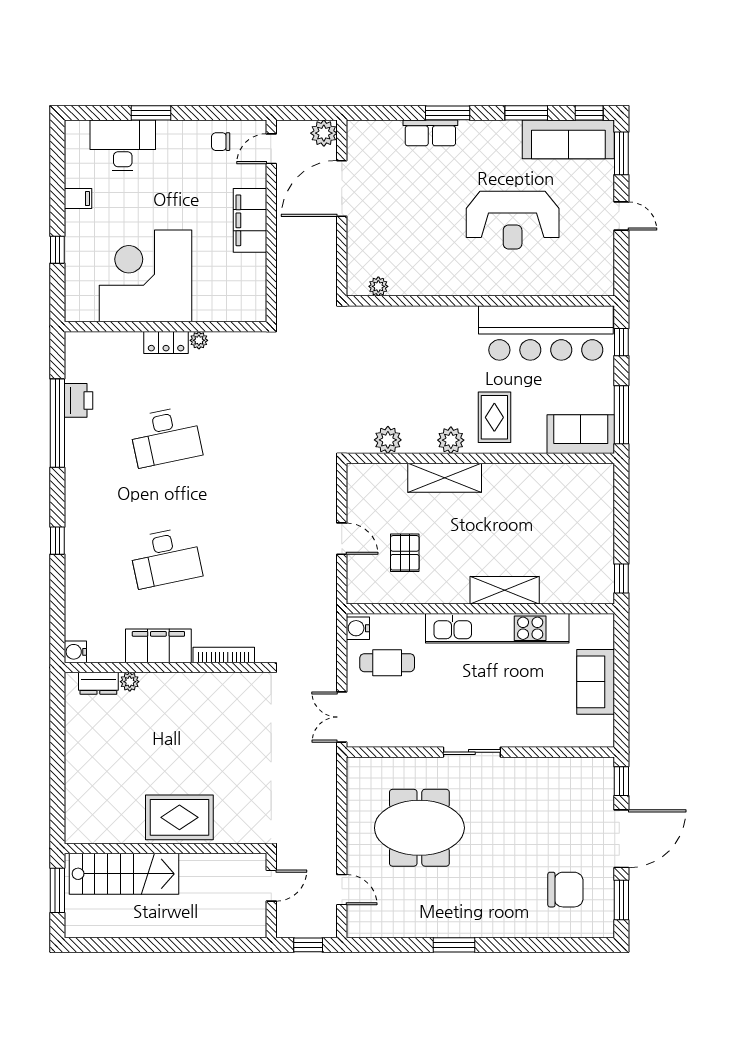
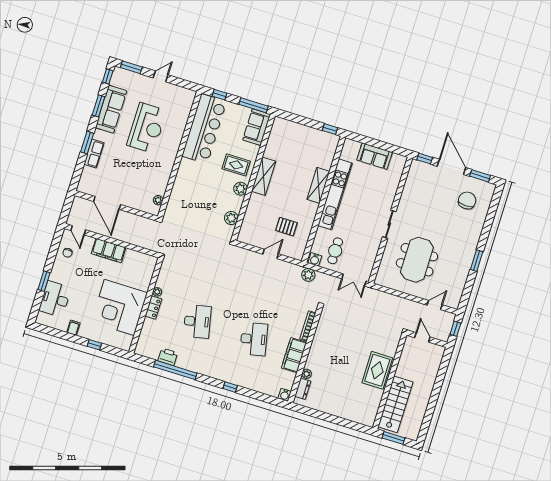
plant: (324, 133) -> (308, 275), moved
sofa: (568, 139) -> (111, 109), moved
shelving: (445, 478) -> (264, 176), moved

